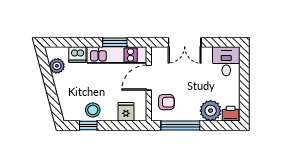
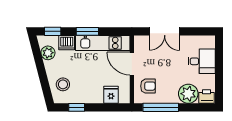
window: (62, 42) -> (53, 31), added
window: (115, 42) -> (87, 31), moved
desk: (226, 61) -> (202, 61), moved, turned 90
door: (149, 78) -> (132, 64), hinge flipped
stool: (93, 110) -> (63, 84), moved

